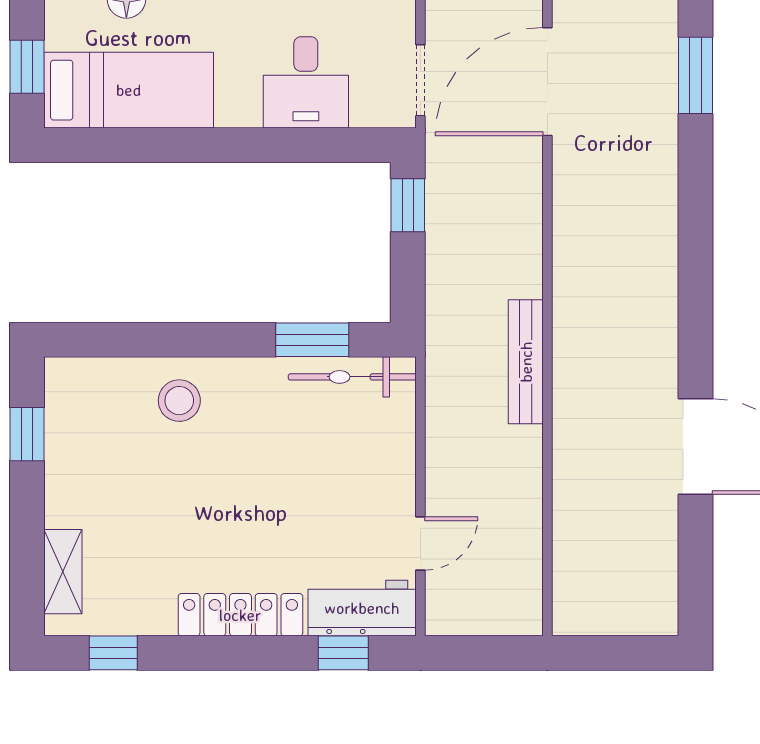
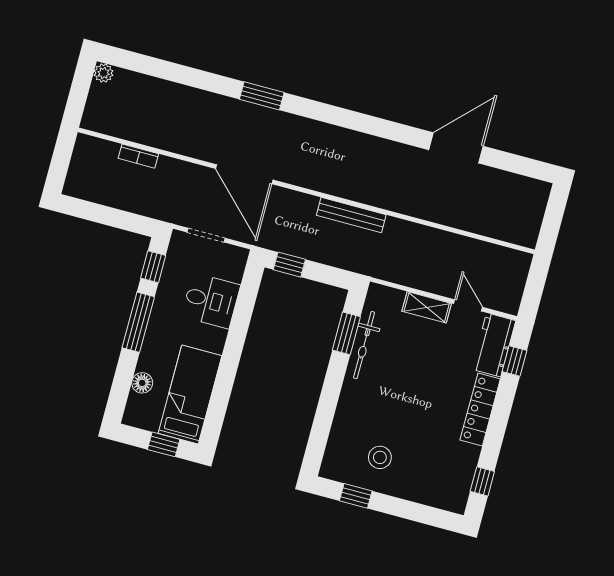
doorway: (420, 80) -> (206, 235), moved
bench: (526, 362) -> (351, 215), moved
bicycle: (352, 377) -> (364, 345), moved
stool: (179, 401) -> (380, 457), moved
shelving: (63, 572) -> (427, 307), moved

